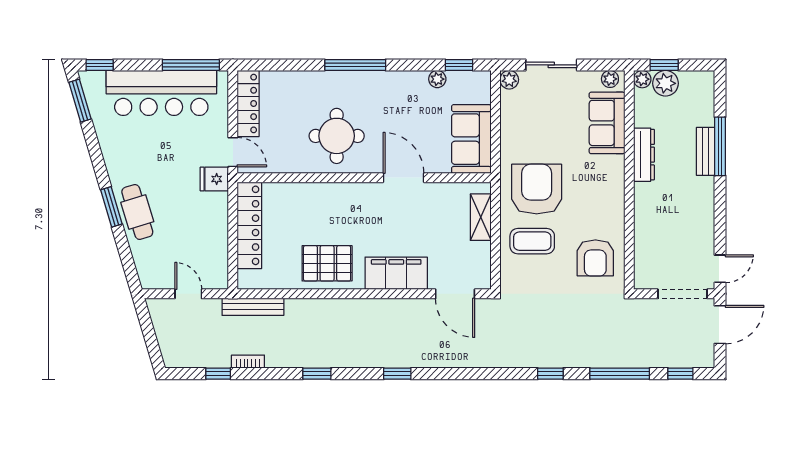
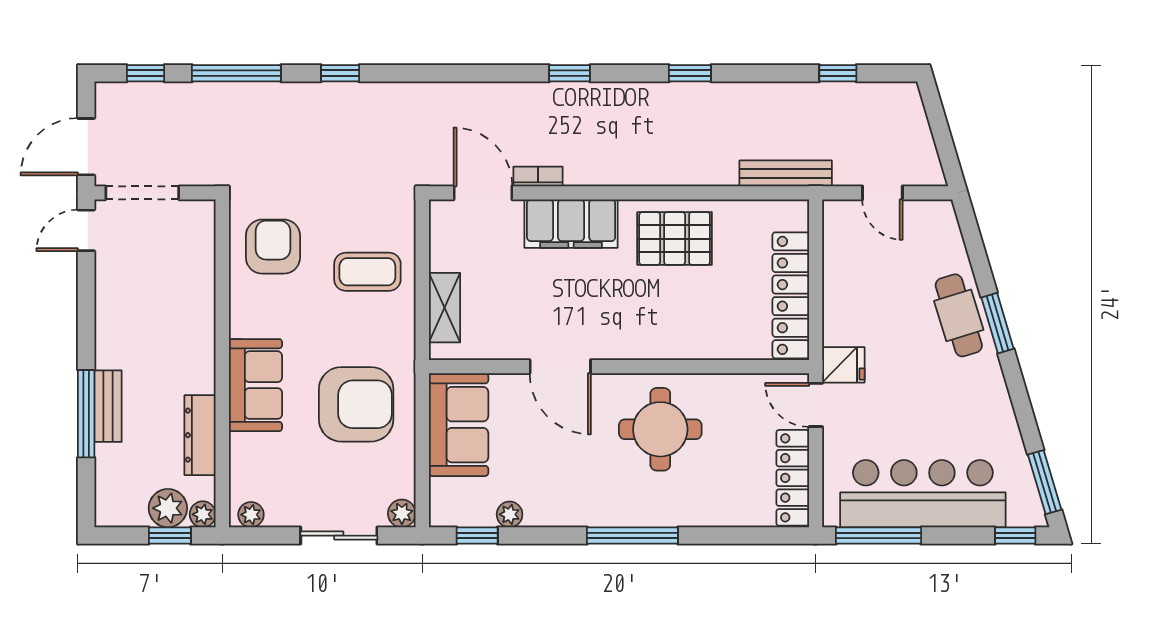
sofa: (607, 123) -> (255, 385), moved
dresser: (644, 155) -> (200, 435), moved
armchair: (537, 189) -> (356, 404), moved, turned -90
bookcase: (248, 362) -> (538, 176), moved, turned 180

